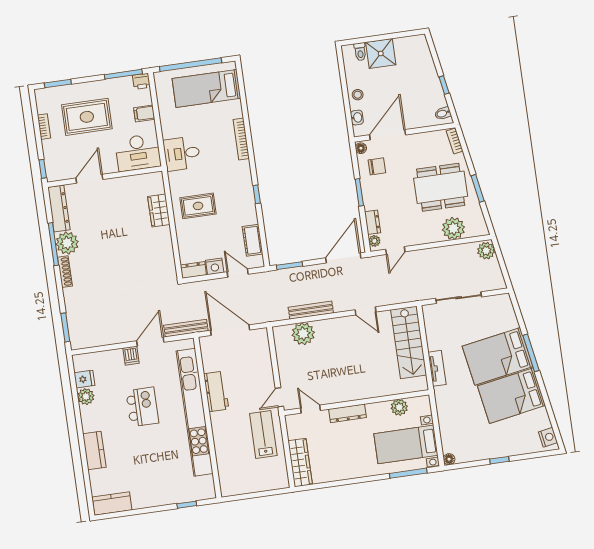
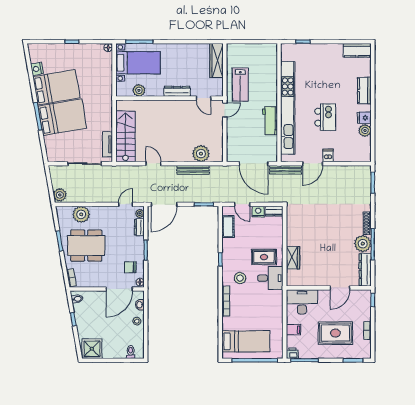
shower: (381, 53) -> (92, 349), moved
desk: (182, 154) -> (270, 278), moved
stool: (226, 173) -> (240, 278), added
tv unit: (437, 368) -> (108, 144), moved
fridge: (84, 379) -> (364, 118), moved
kitchen island: (142, 407) -> (325, 117), turned 180
nightstand: (548, 437) -> (37, 69), moved

